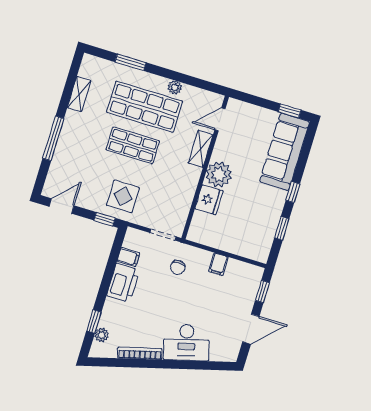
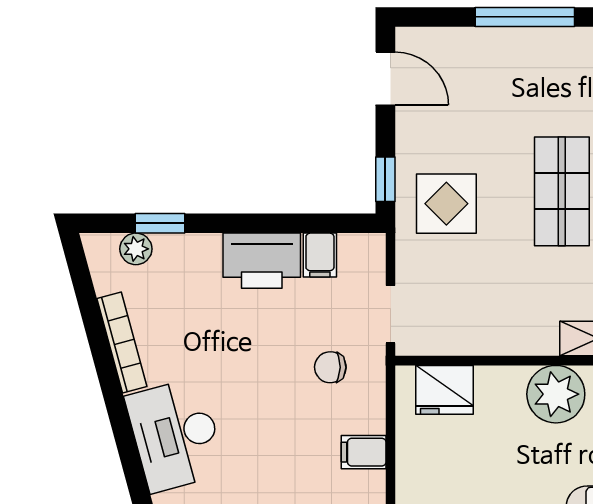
fridge: (209, 200) -> (444, 390), moved

